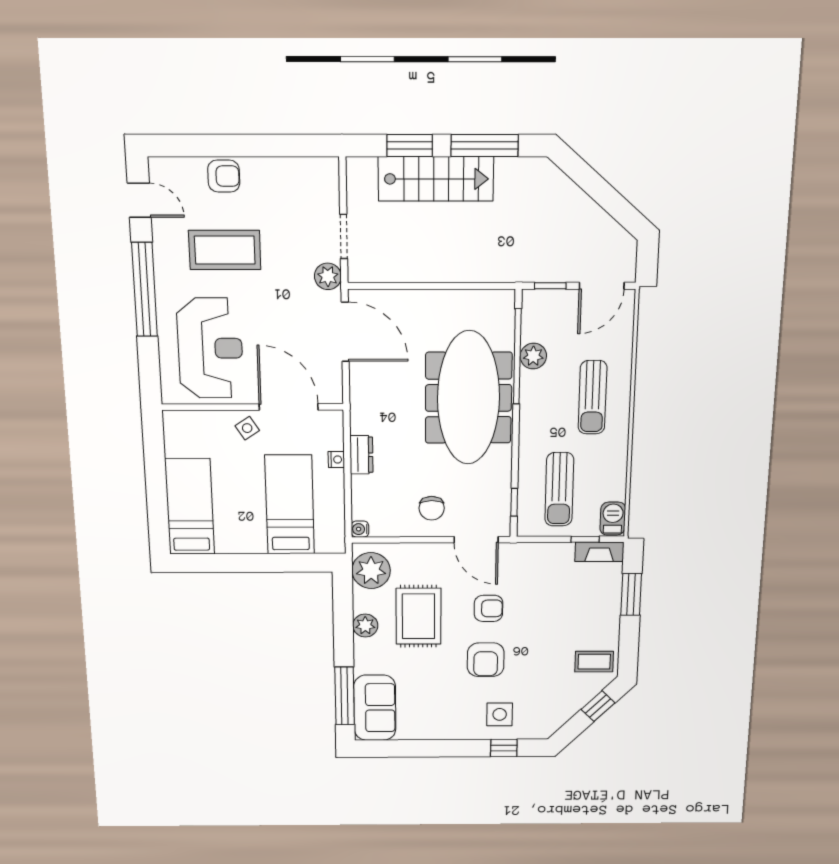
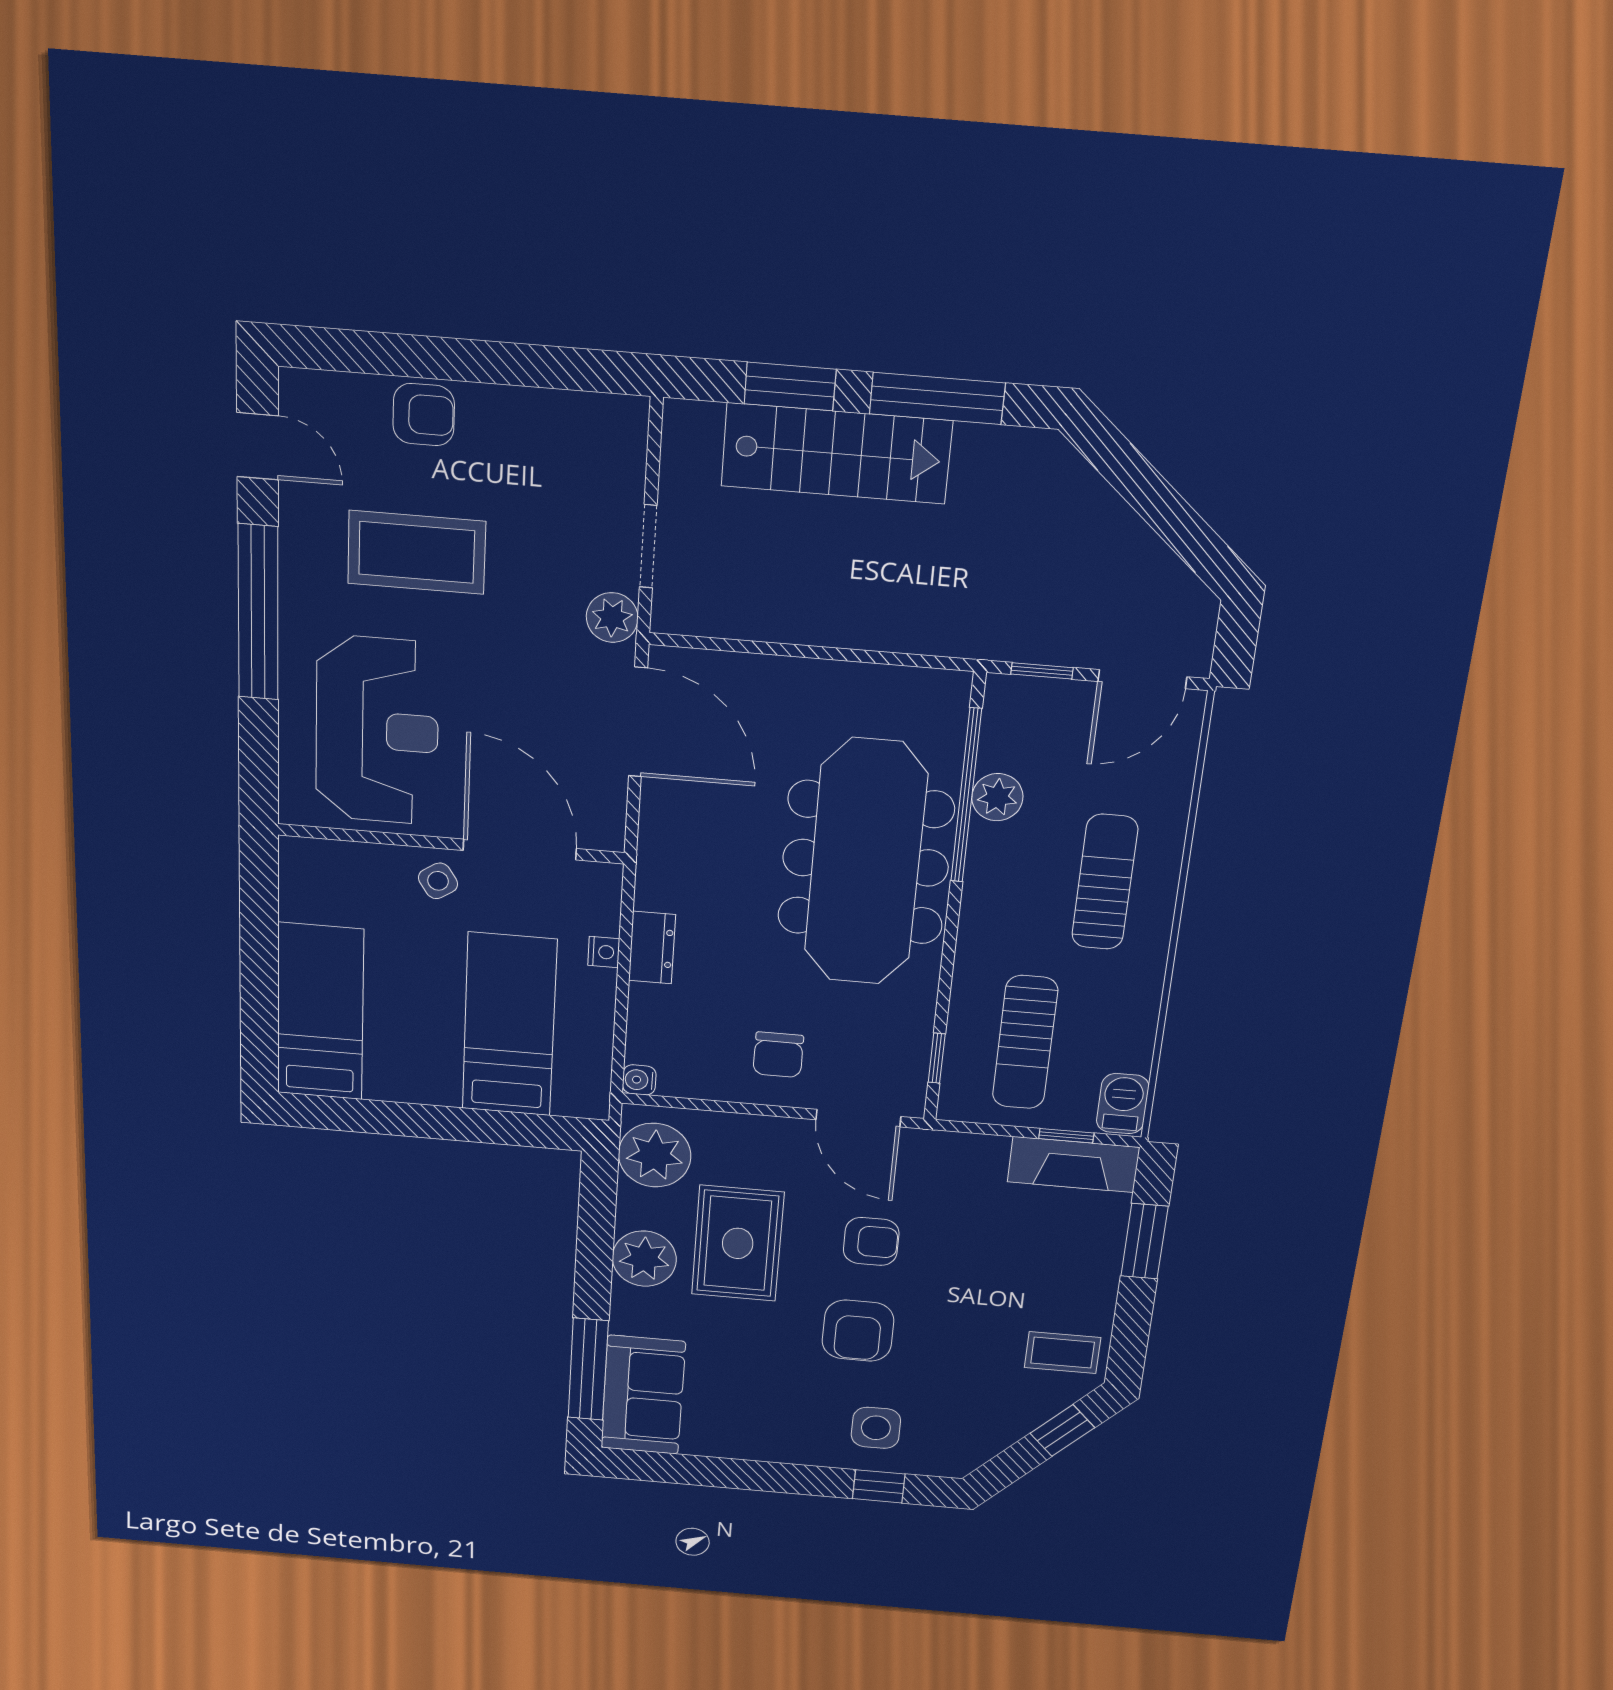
sun lounger: (592, 397) -> (1105, 882), turned 180
fireplace: (599, 552) -> (1073, 1165), width x1.37, depth x1.32
plant: (365, 626) -> (644, 1259), width x1.36, depth x1.36

